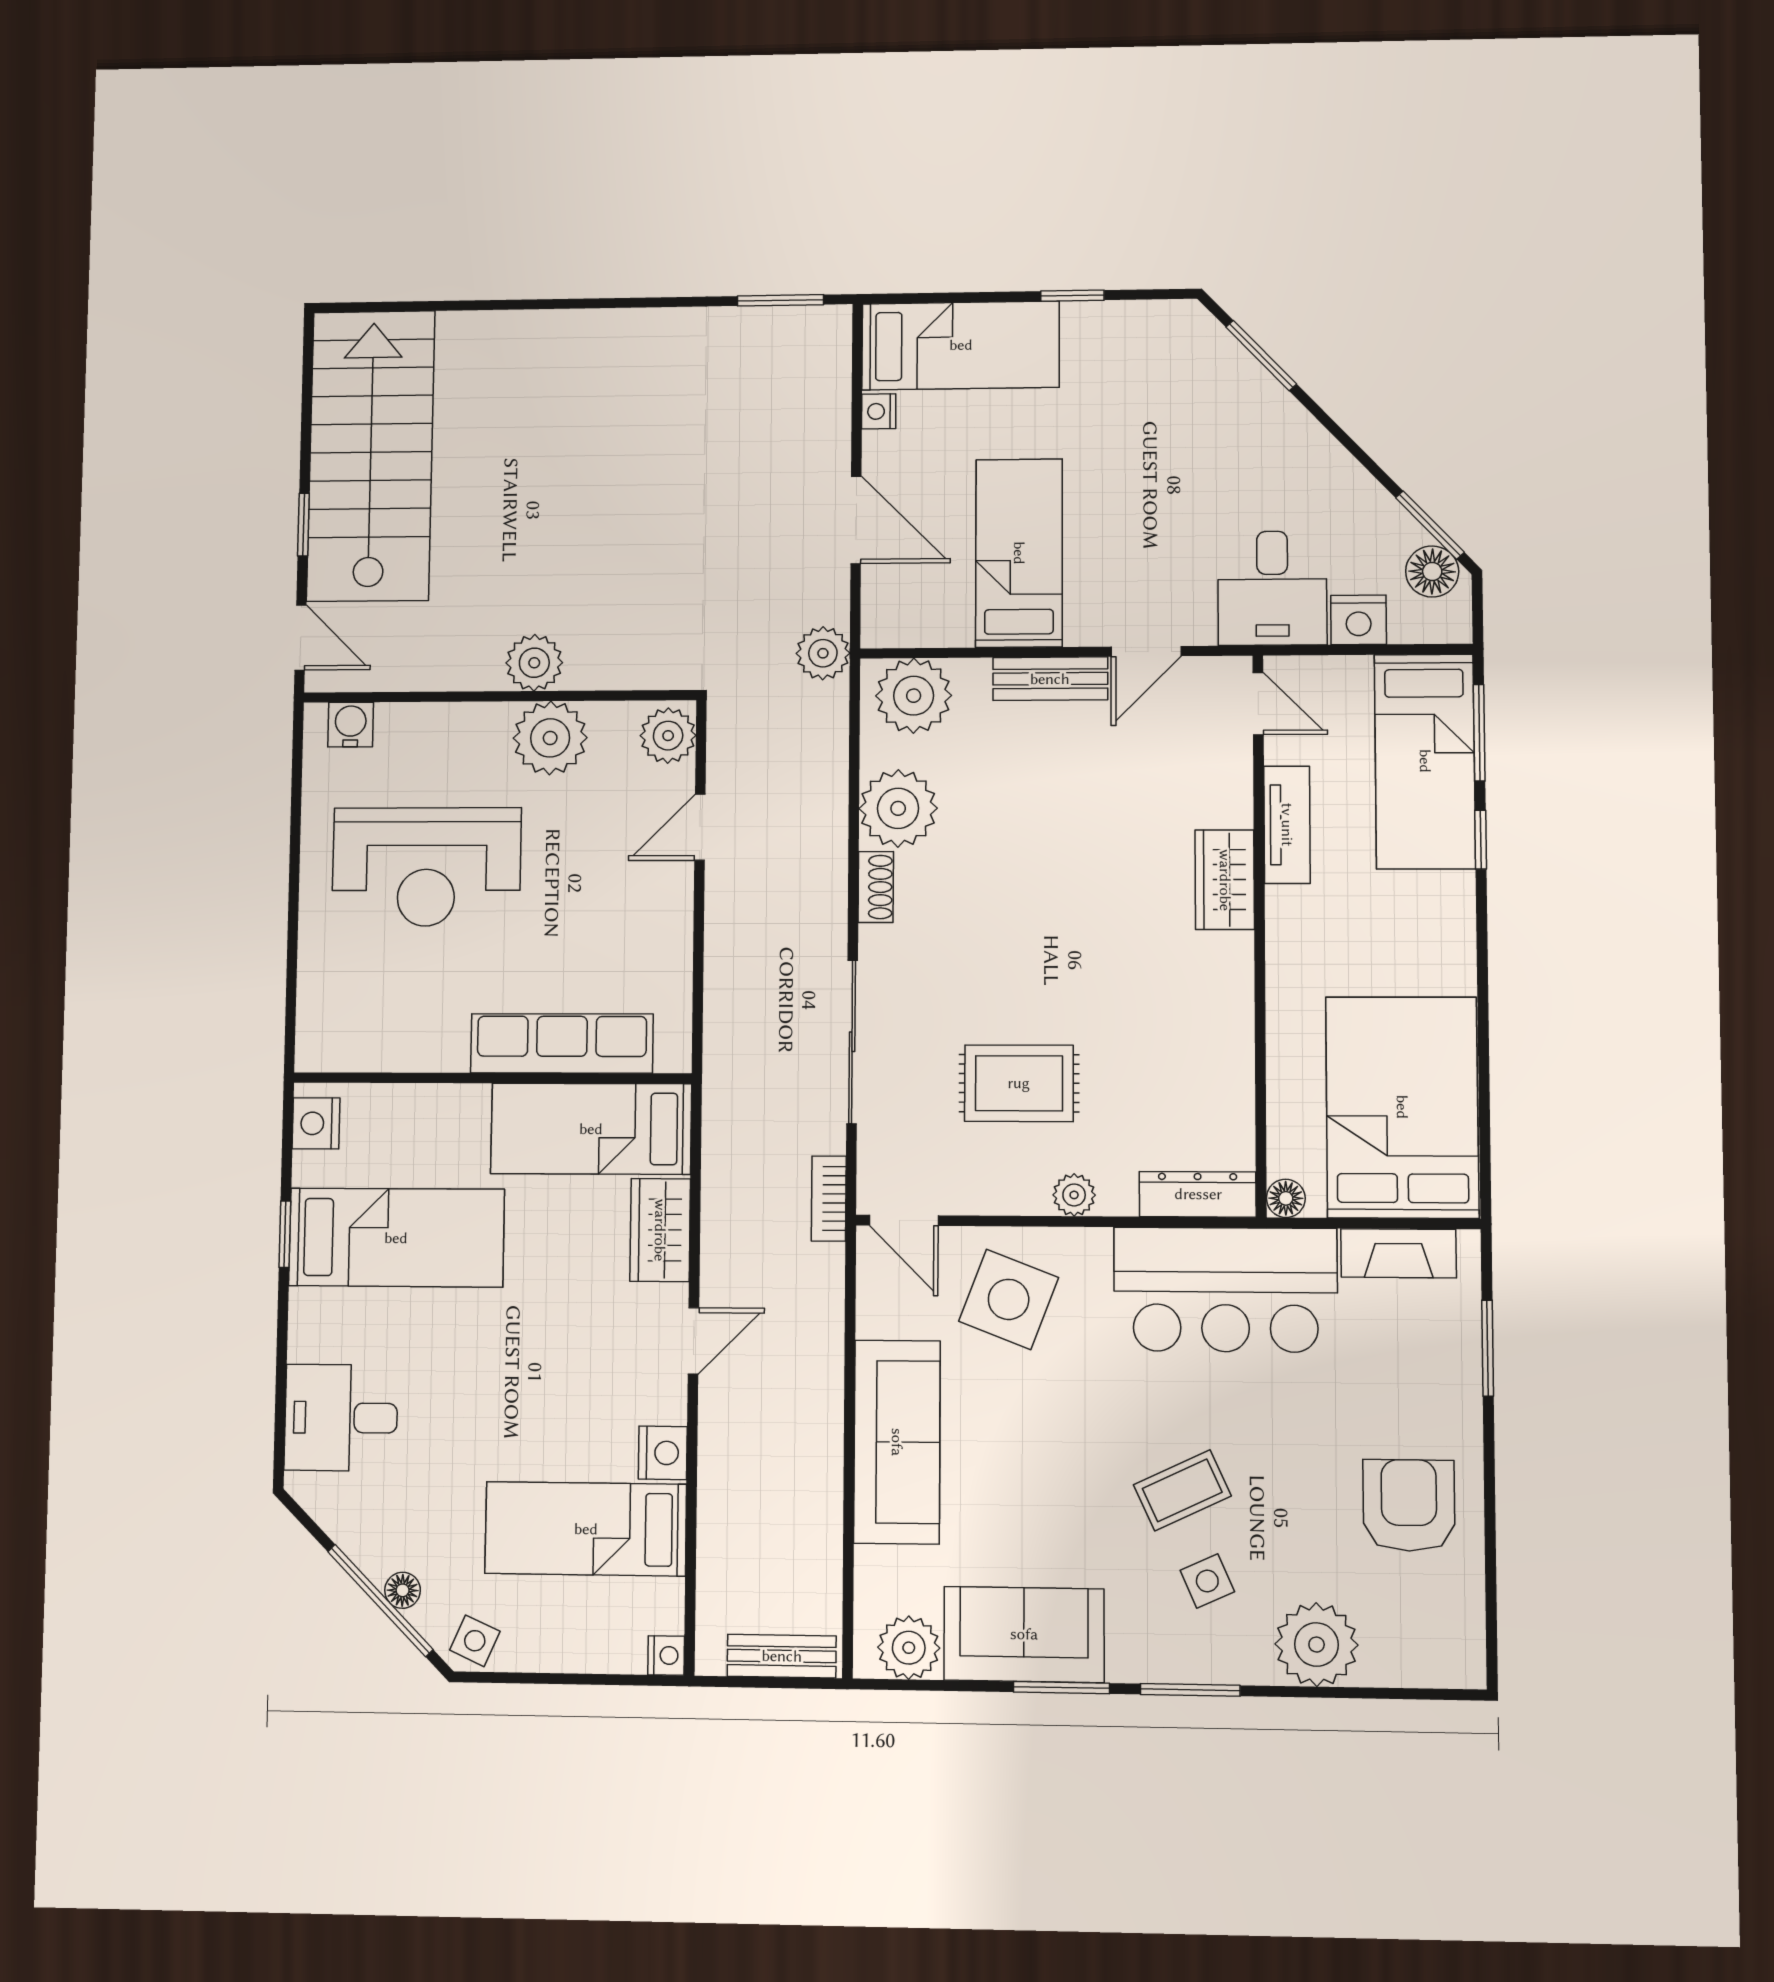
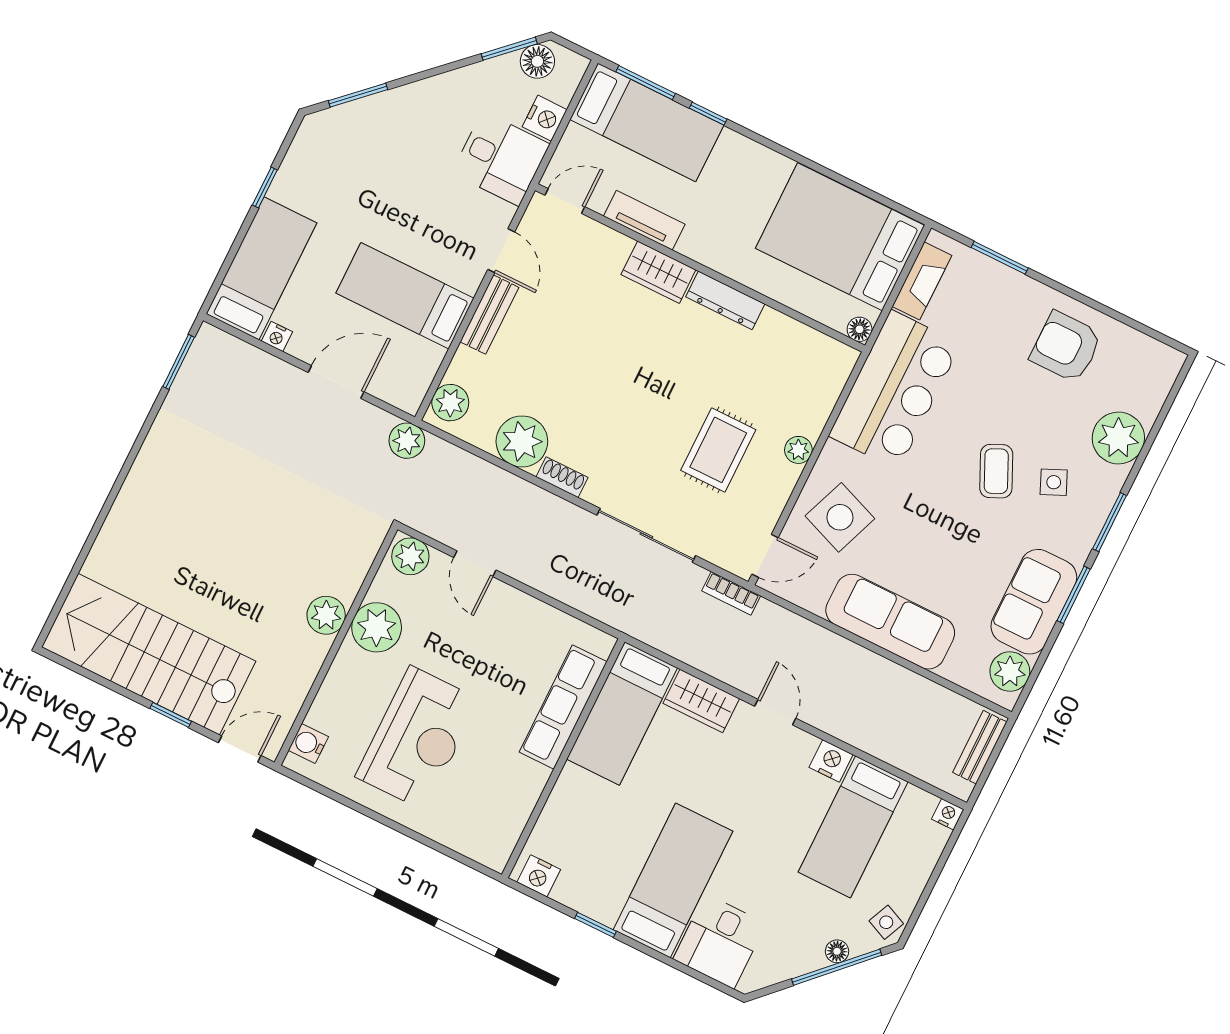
plant: (914, 696) -> (450, 403), width x0.73, depth x0.73
dresser: (1198, 1194) -> (725, 300), moved, turned -90
bed: (396, 1238) -> (673, 880), moved

